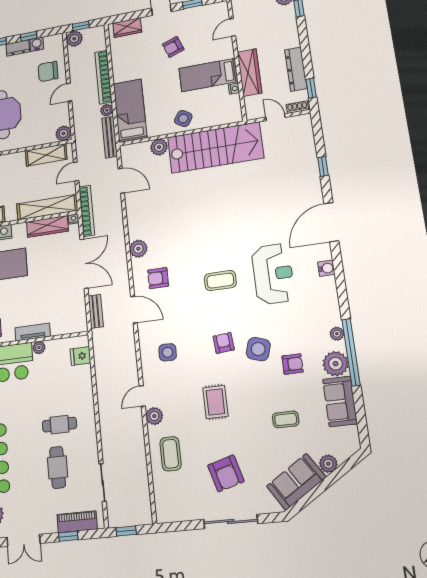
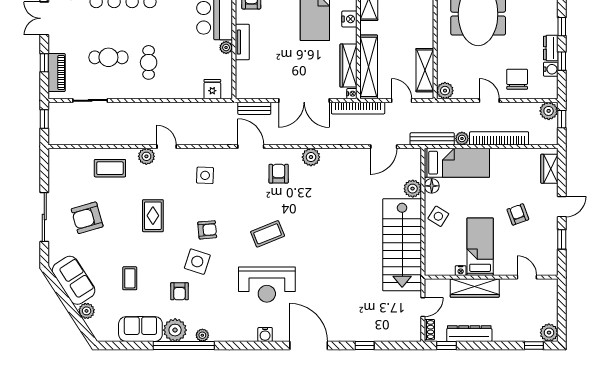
floor lamp: (155, 130) -> (432, 186), added
coffee table: (220, 281) -> (268, 234), turned 68
door: (134, 310) -> (251, 147), swing flipped
rug: (215, 402) -> (153, 216), turned 90

